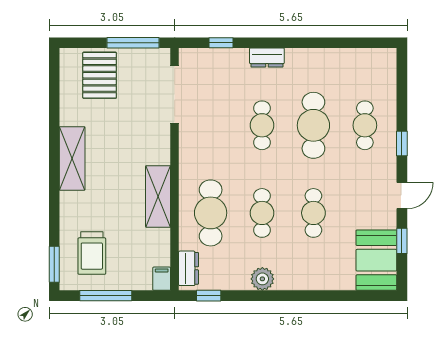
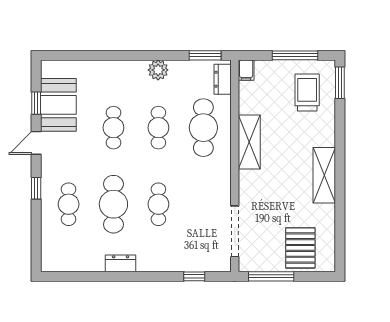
dresser: (267, 58) -> (121, 263), moved
booth: (376, 260) -> (58, 105), moved
window: (209, 296) -> (205, 55), width x1.50

